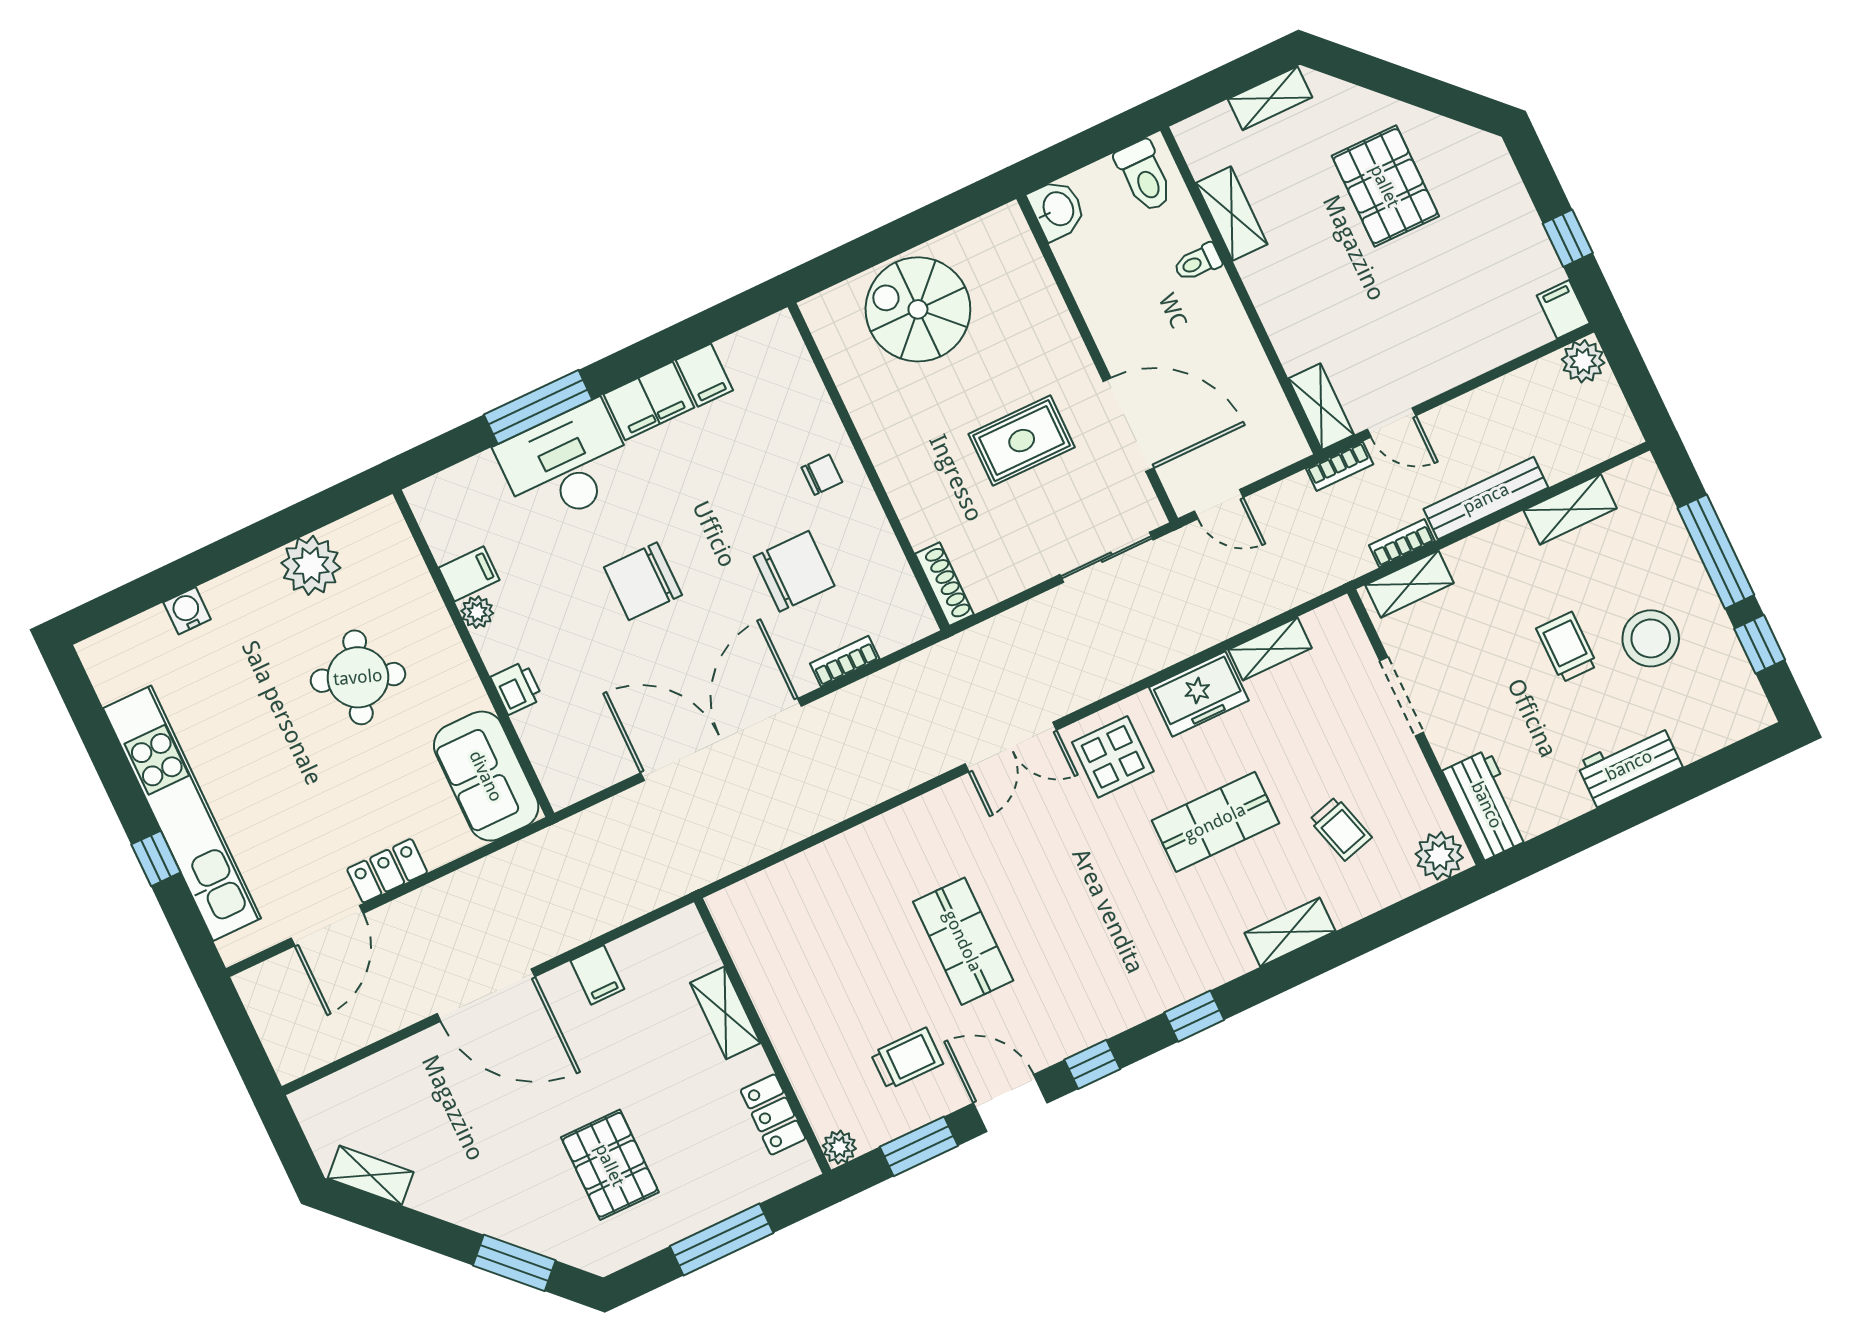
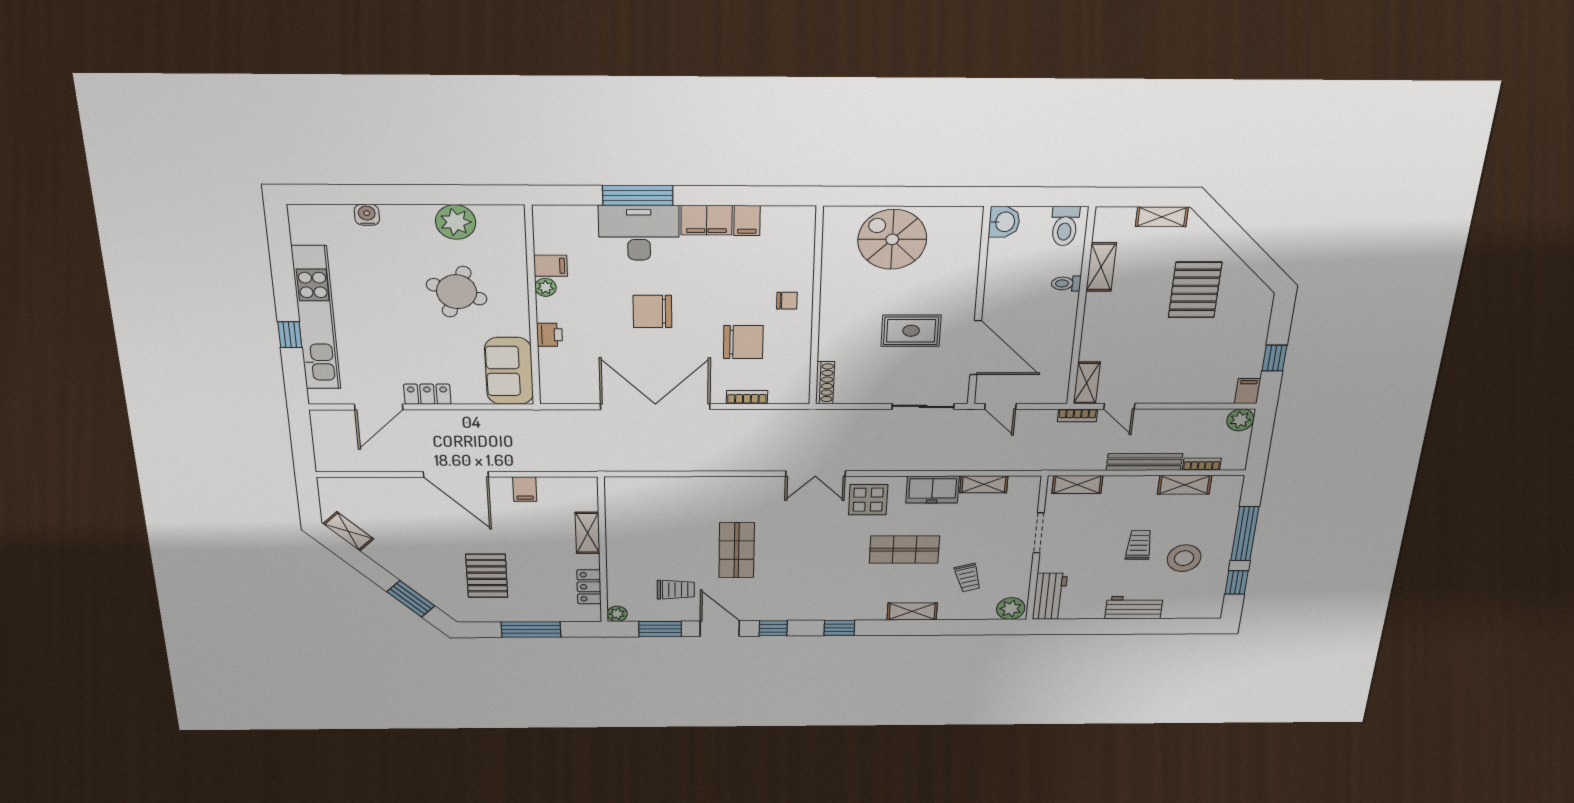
bookcase: (1402, 543) -> (1202, 464), moved

